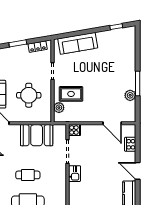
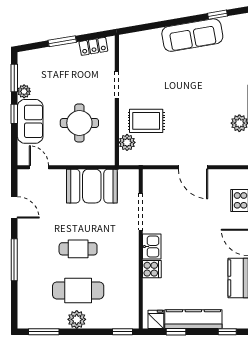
sofa: (78, 43) -> (192, 35), moved
door: (112, 123) -> (193, 167), moved
cooker: (75, 130) -> (152, 269), moved

